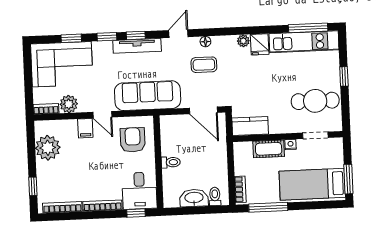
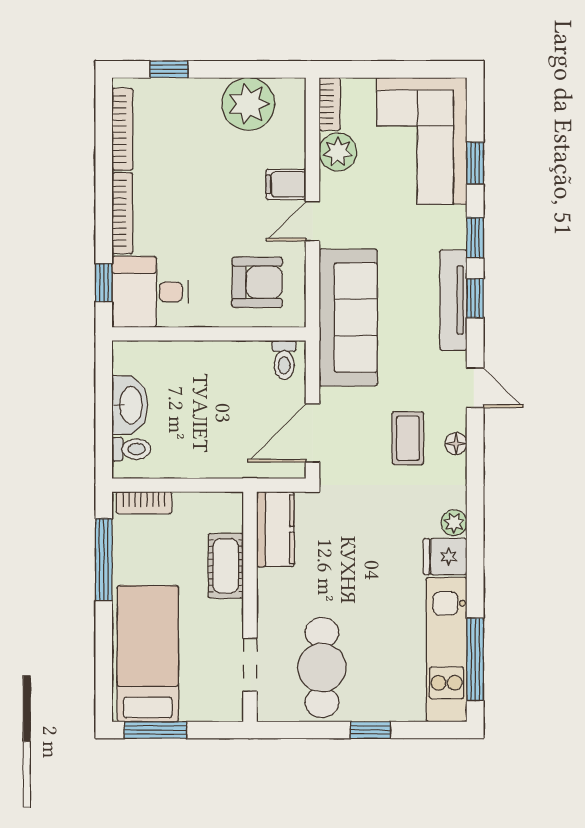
nightstand: (291, 145) -> (233, 612), removed
toilet: (171, 162) -> (284, 360), moved

